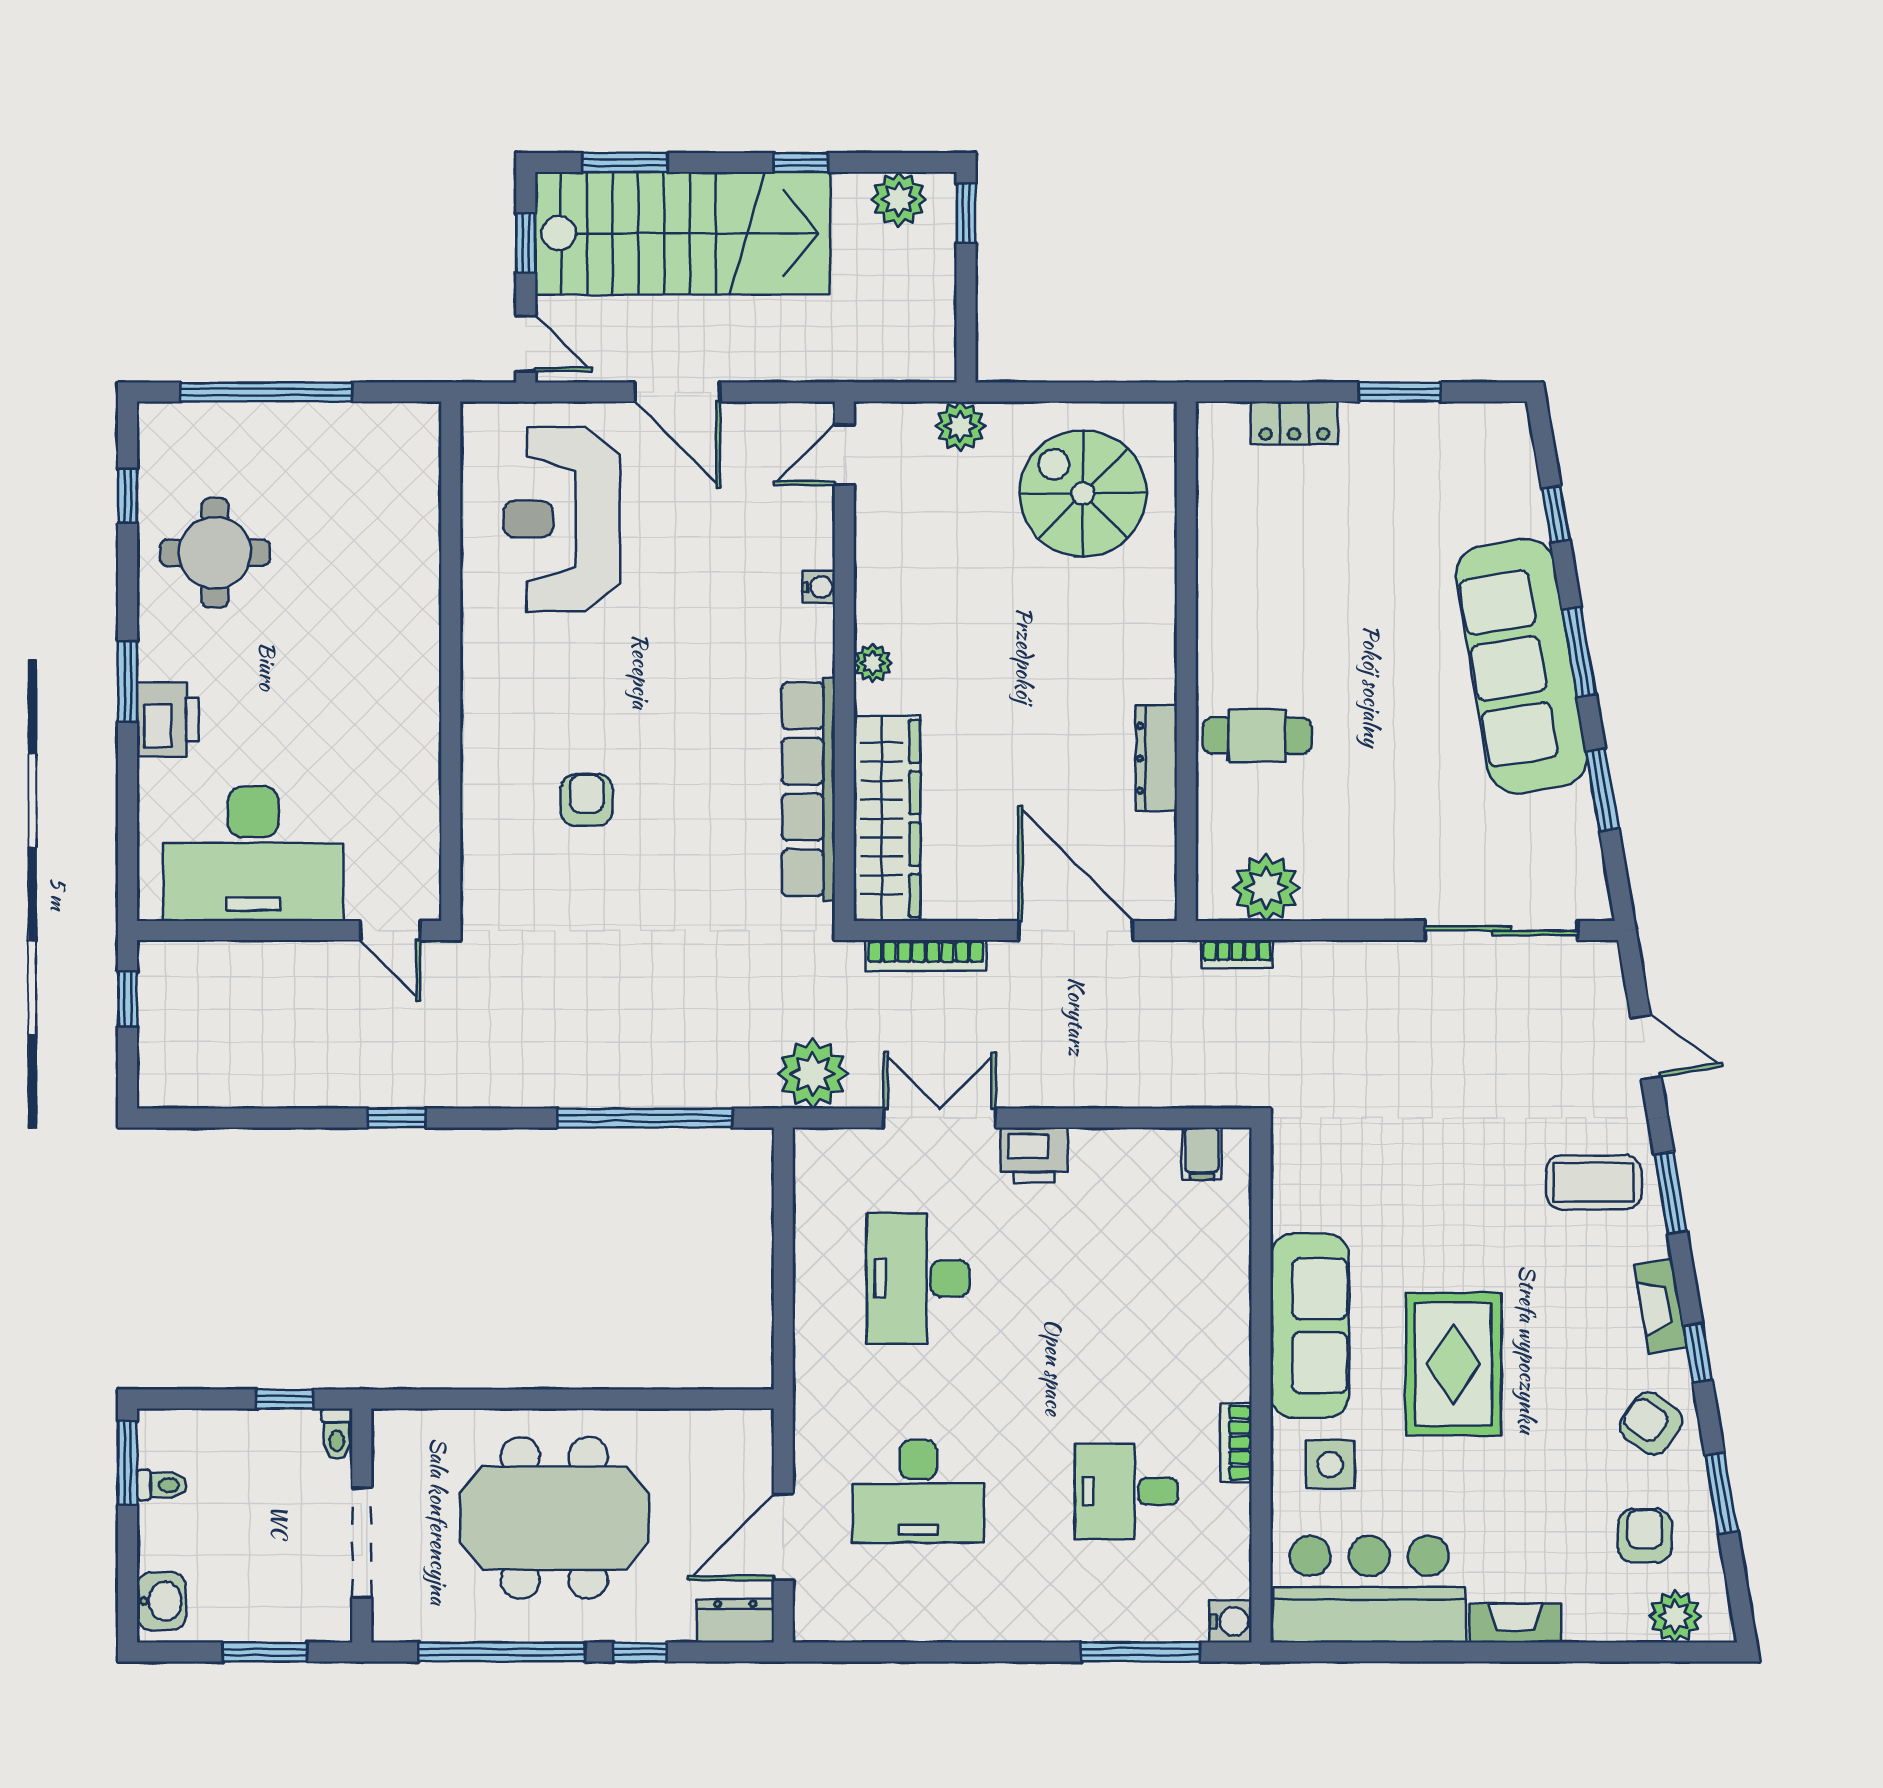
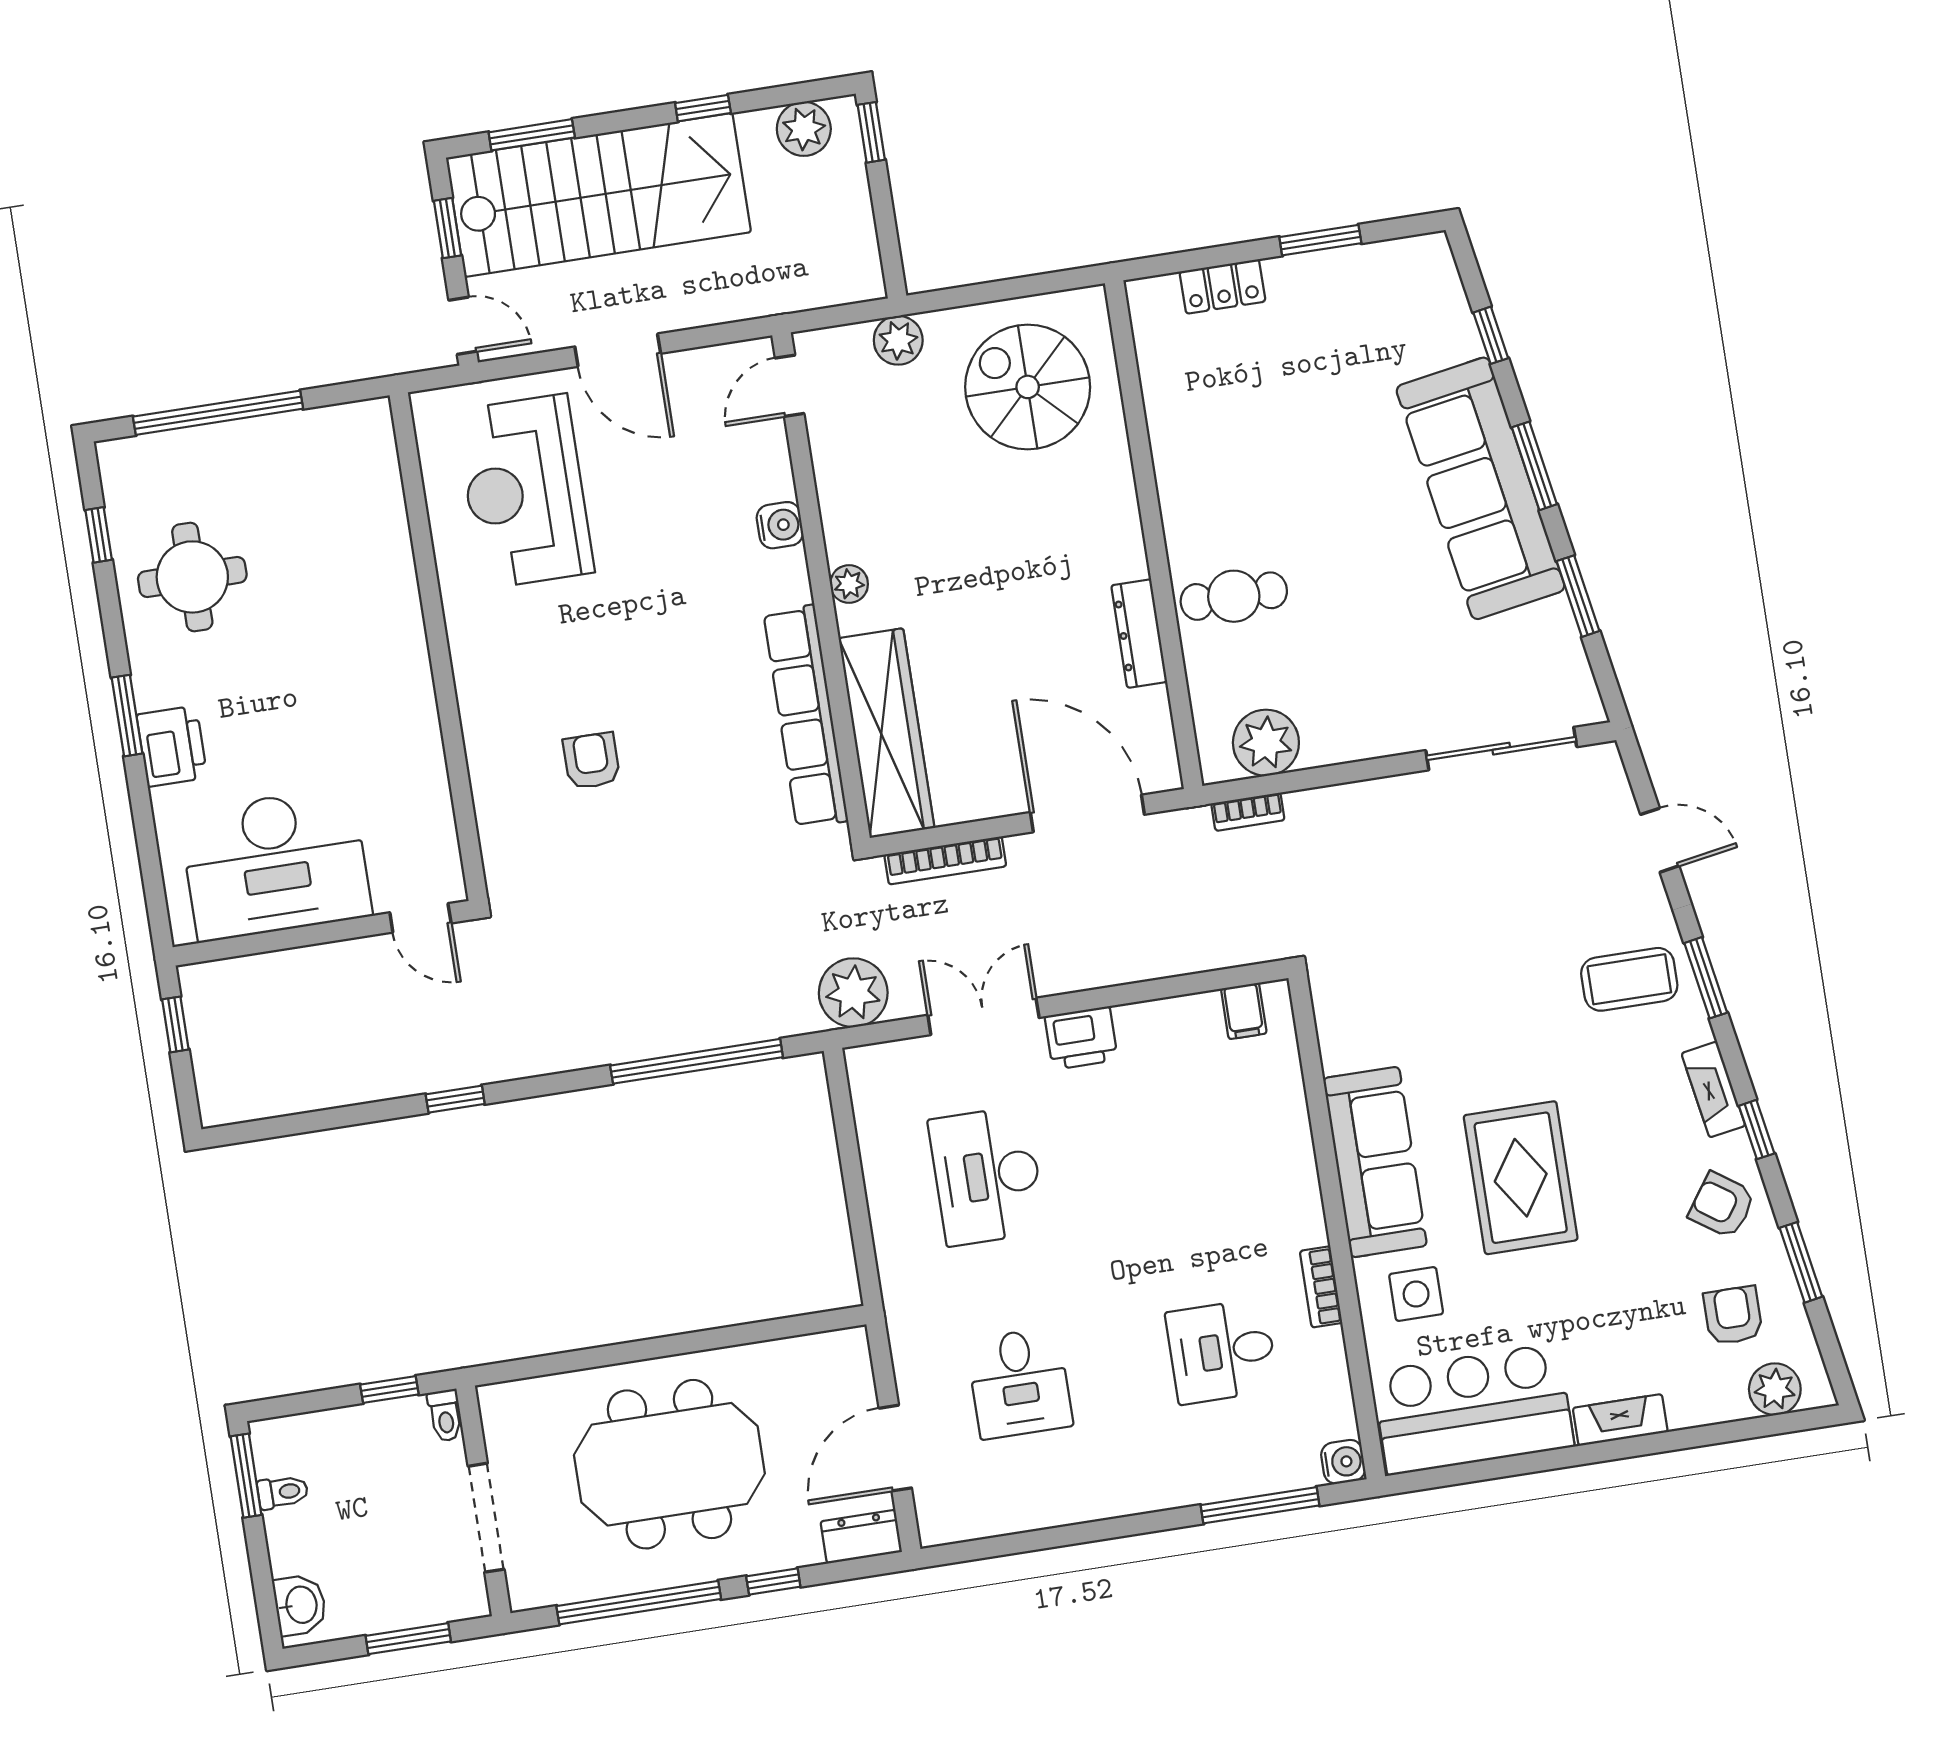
water cooler: (819, 587) -> (780, 525), width x1.38, depth x1.38
desk: (918, 1491) -> (1019, 1383), width x0.73

